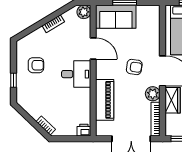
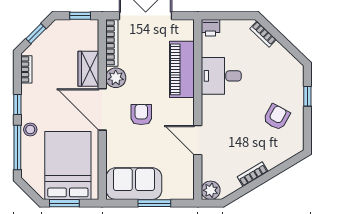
sofa: (116, 17) -> (134, 184), moved
armchair: (36, 65) -> (277, 117), turned 119
armchair: (134, 67) -> (141, 115), turned 82
desk: (76, 74) -> (221, 76), moved

